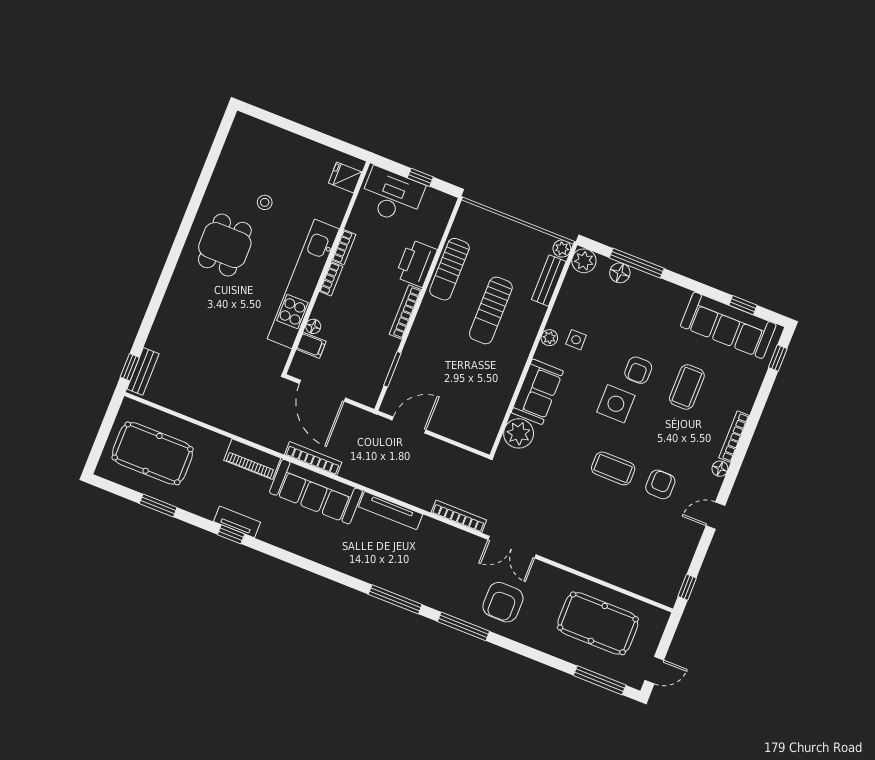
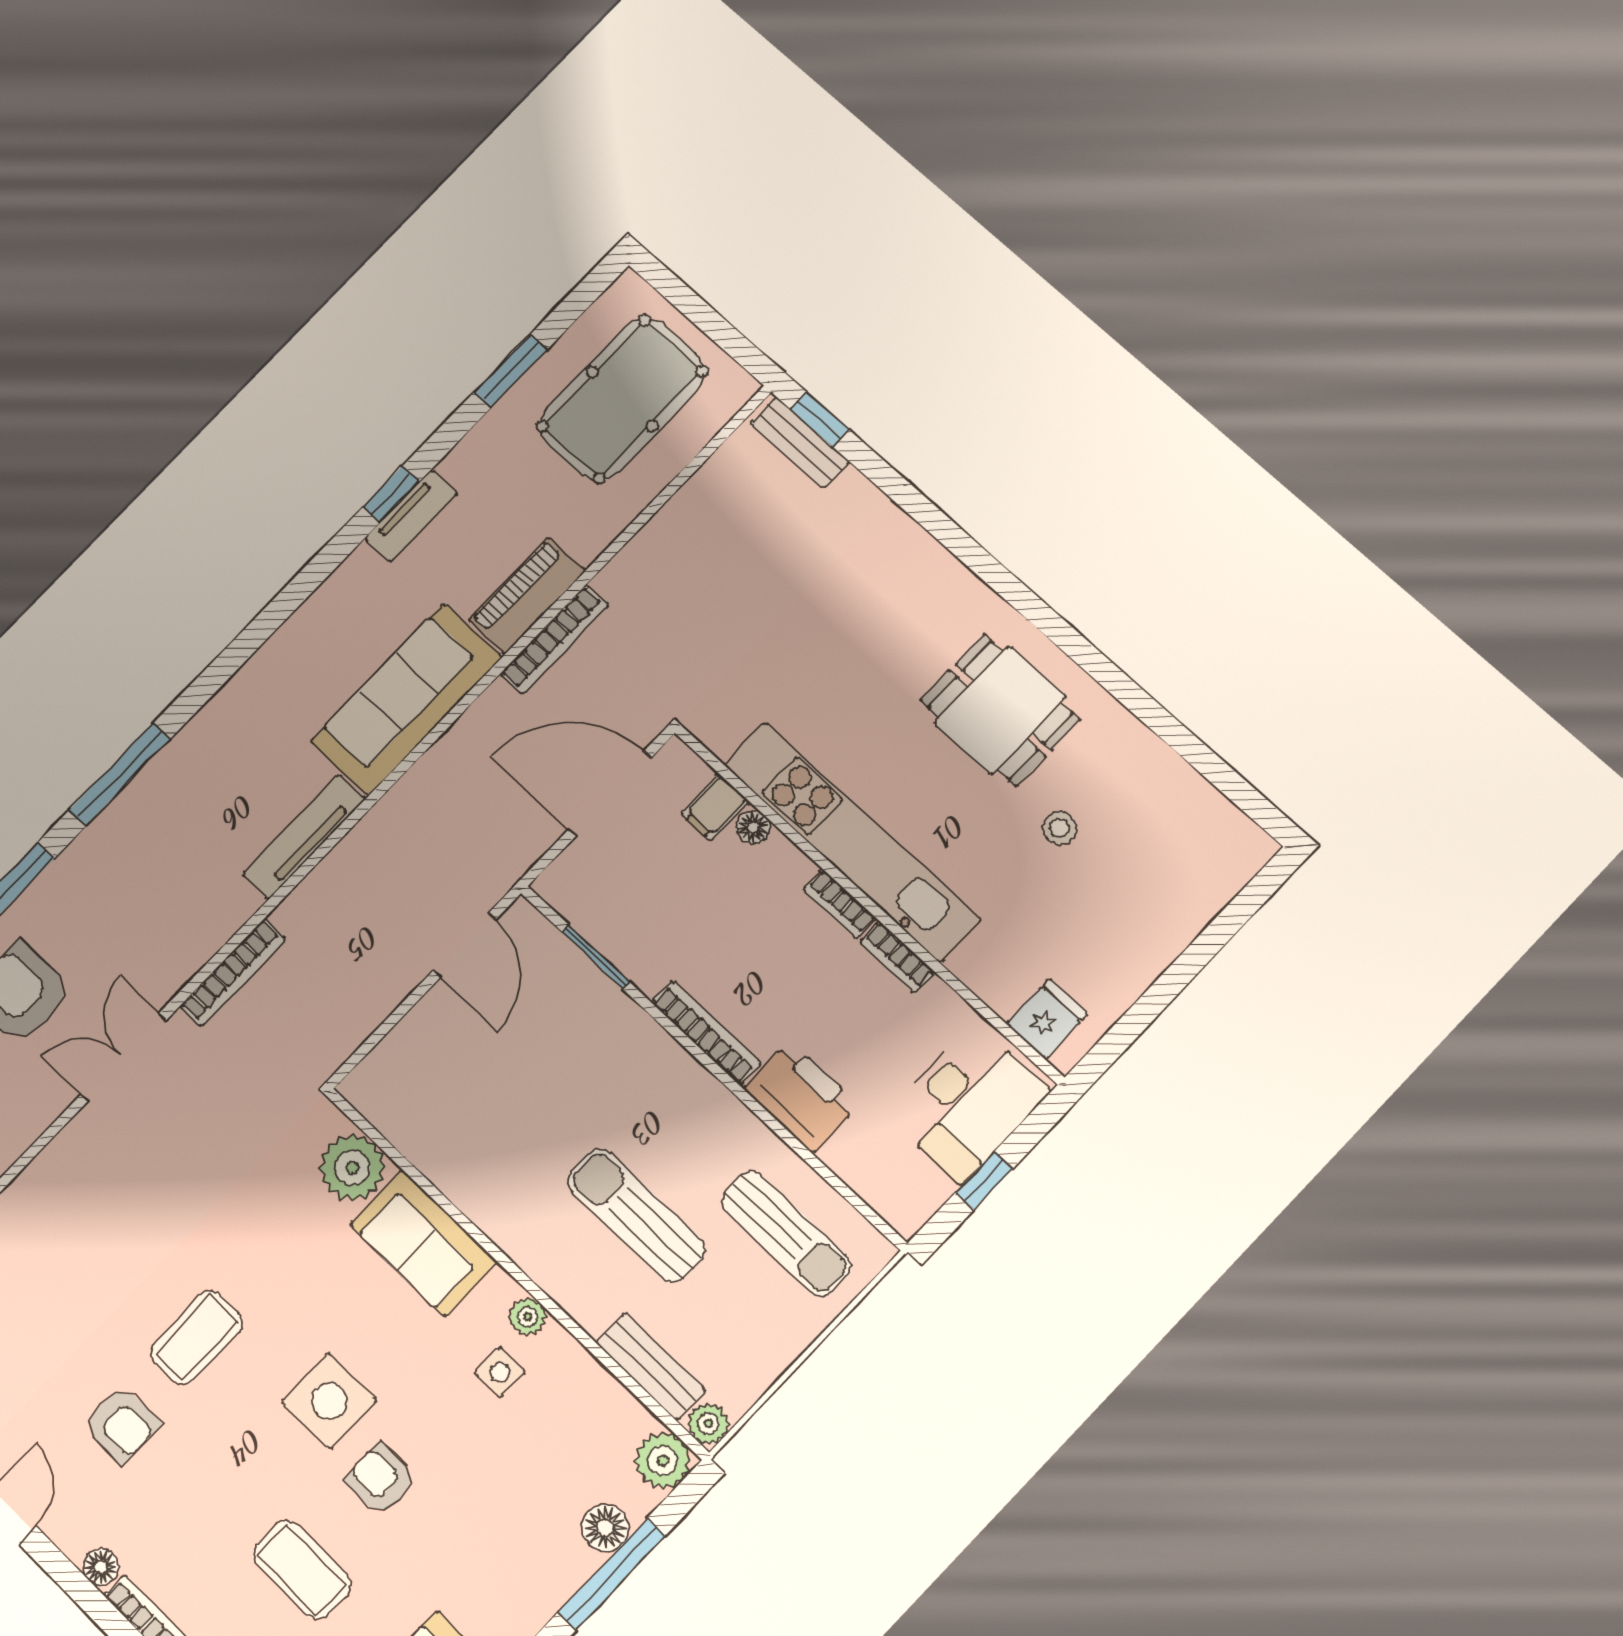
sun lounger: (450, 269) -> (786, 1233), moved, turned 180
bookcase: (313, 458) -> (554, 640), moved

